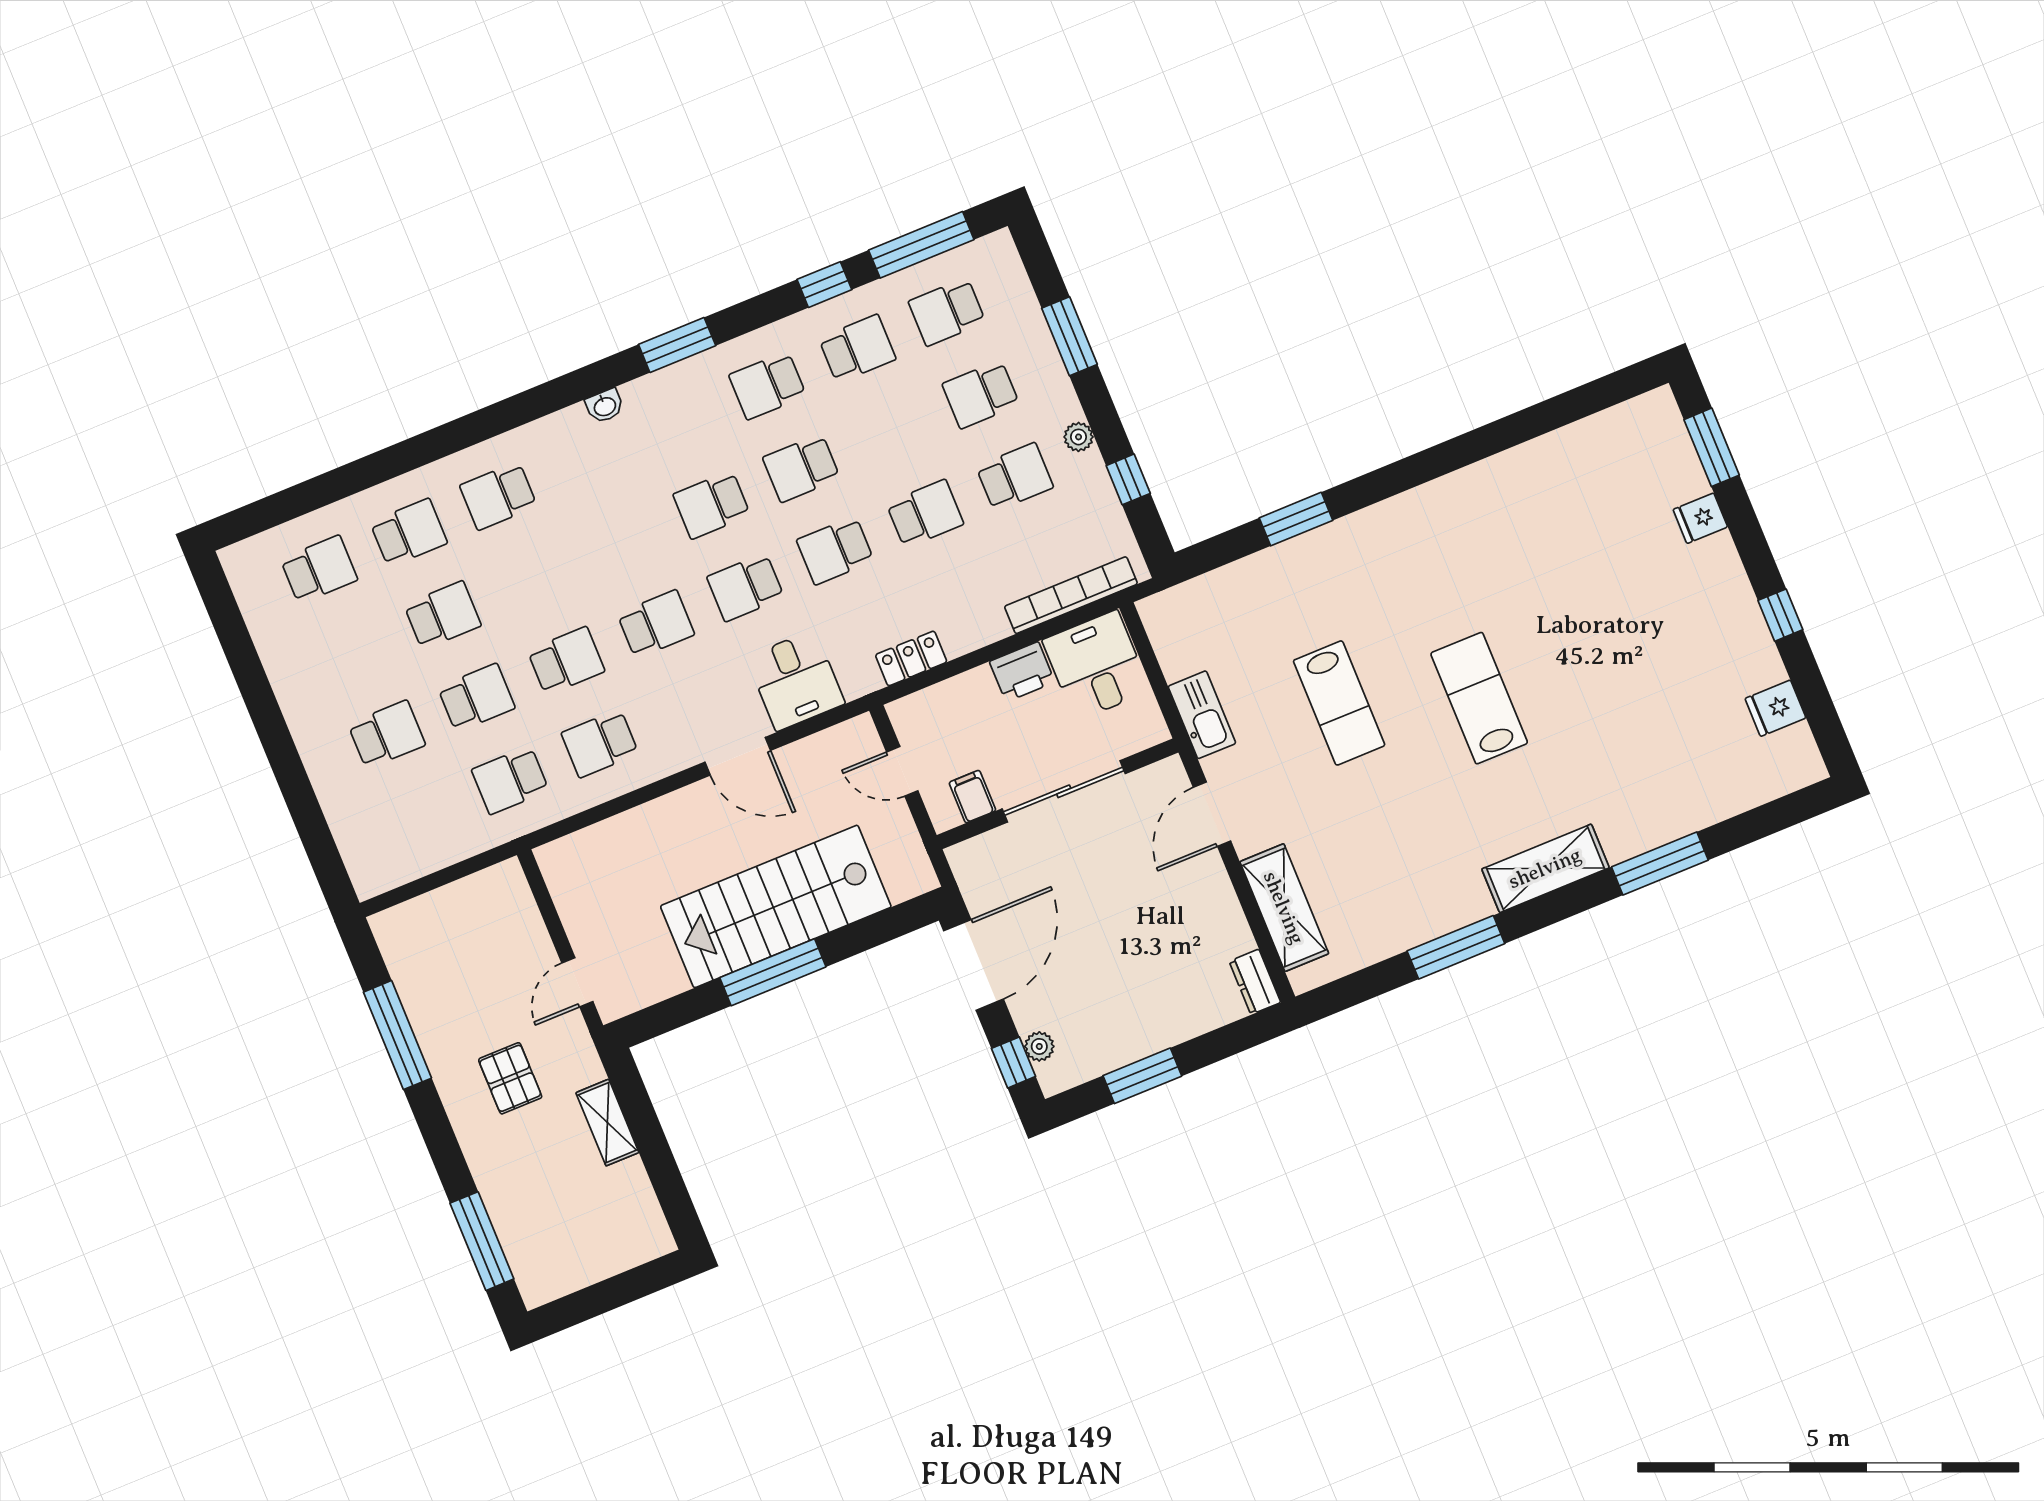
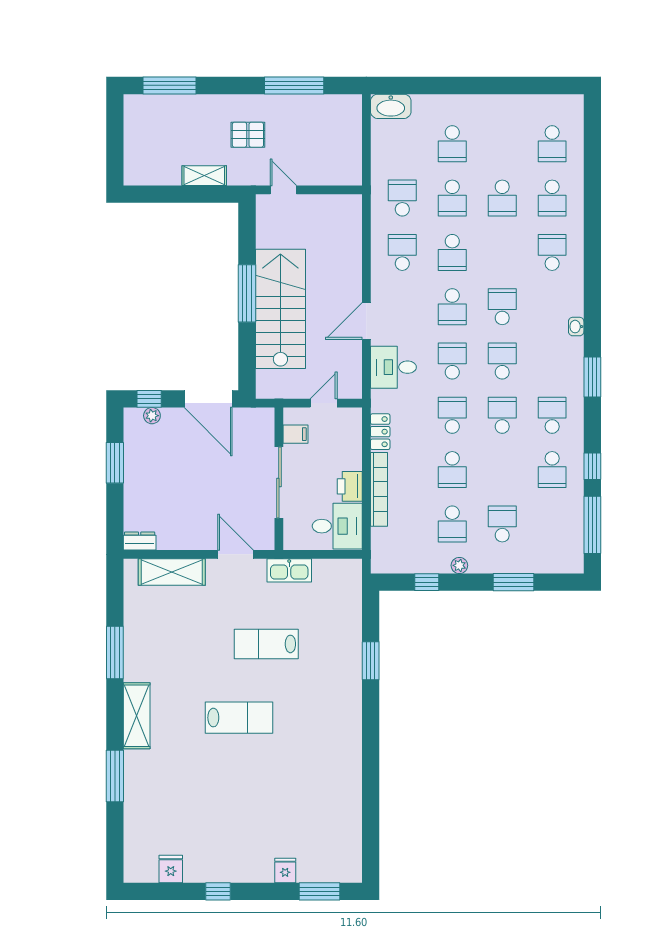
school desk: (947, 312) -> (502, 307), moved
bookcase: (1071, 595) -> (379, 489), moved
washbasin: (366, 861) -> (391, 106), added

